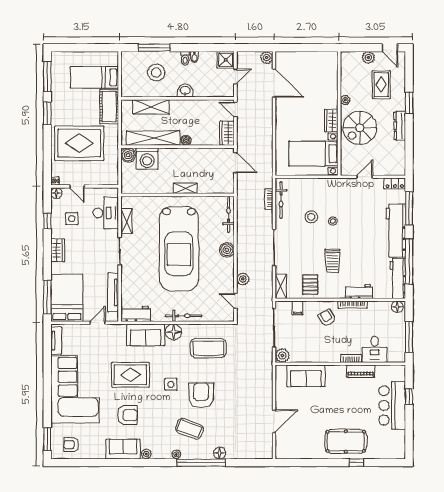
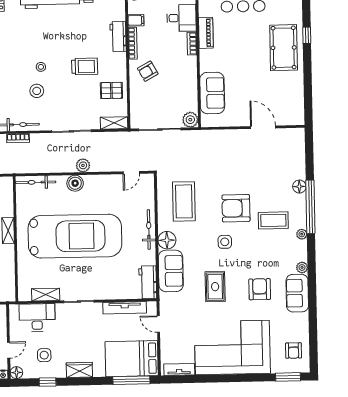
plant: (243, 279) -> (83, 165), moved
filing cabinet: (298, 308) -> (136, 20), moved
rug: (130, 375) -> (215, 287), width x0.73, depth x0.70
coffee table: (189, 429) -> (273, 220), turned 70

